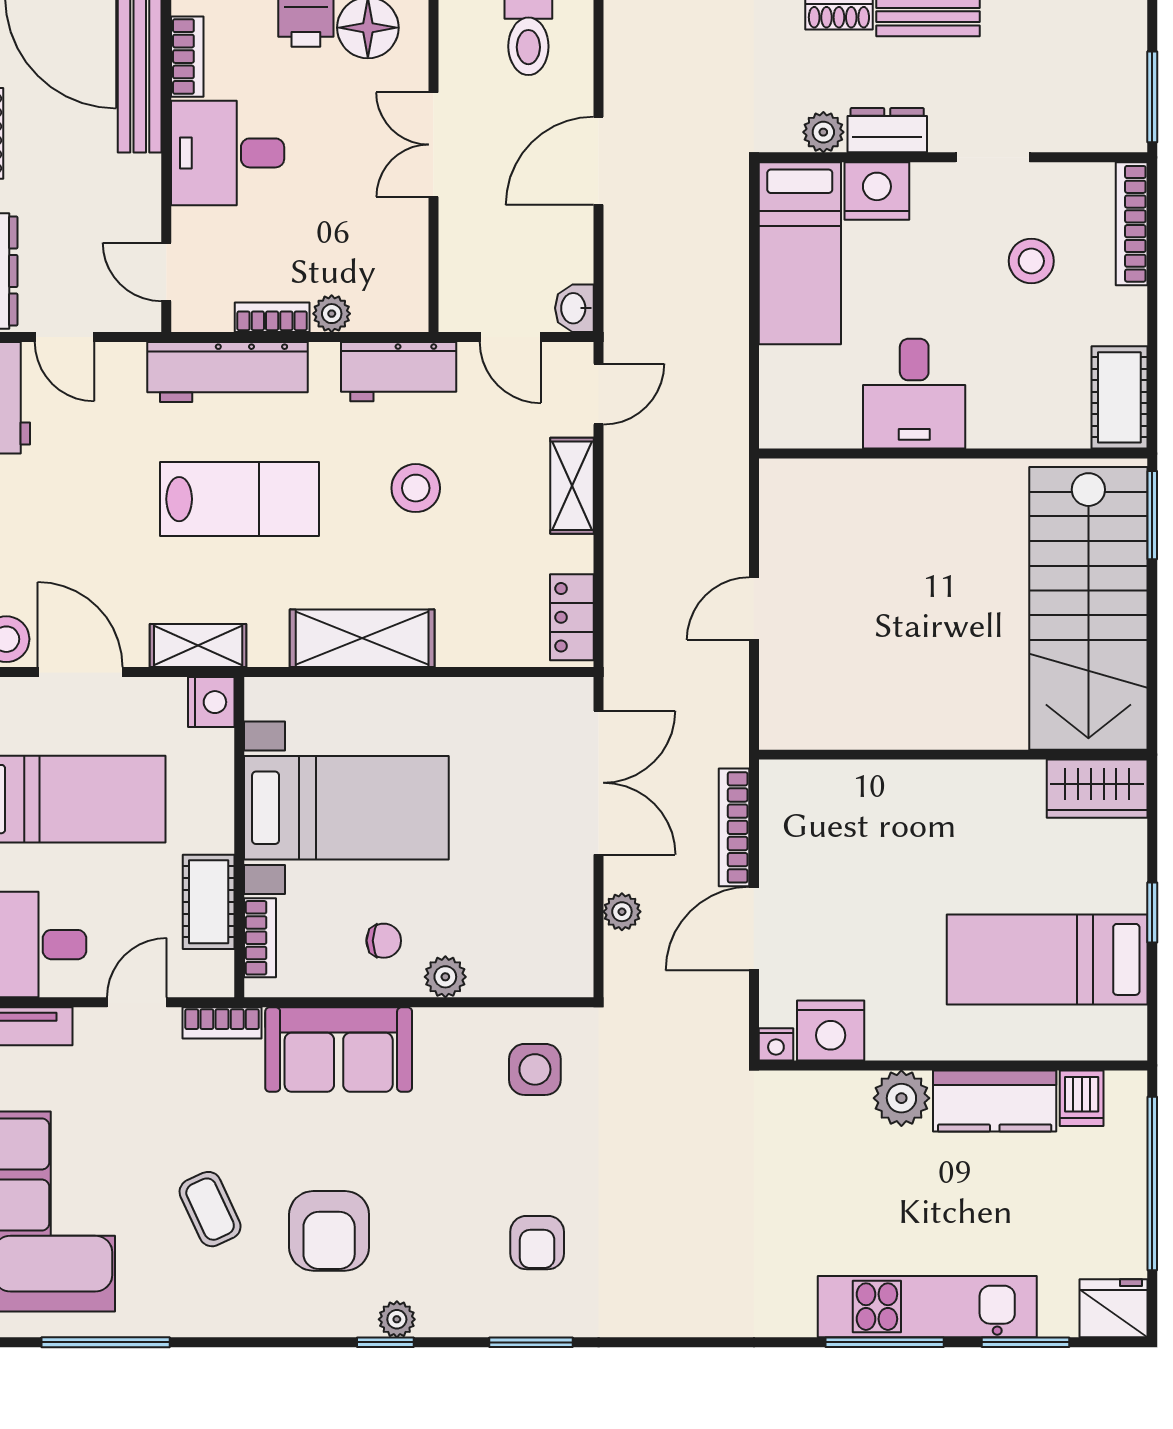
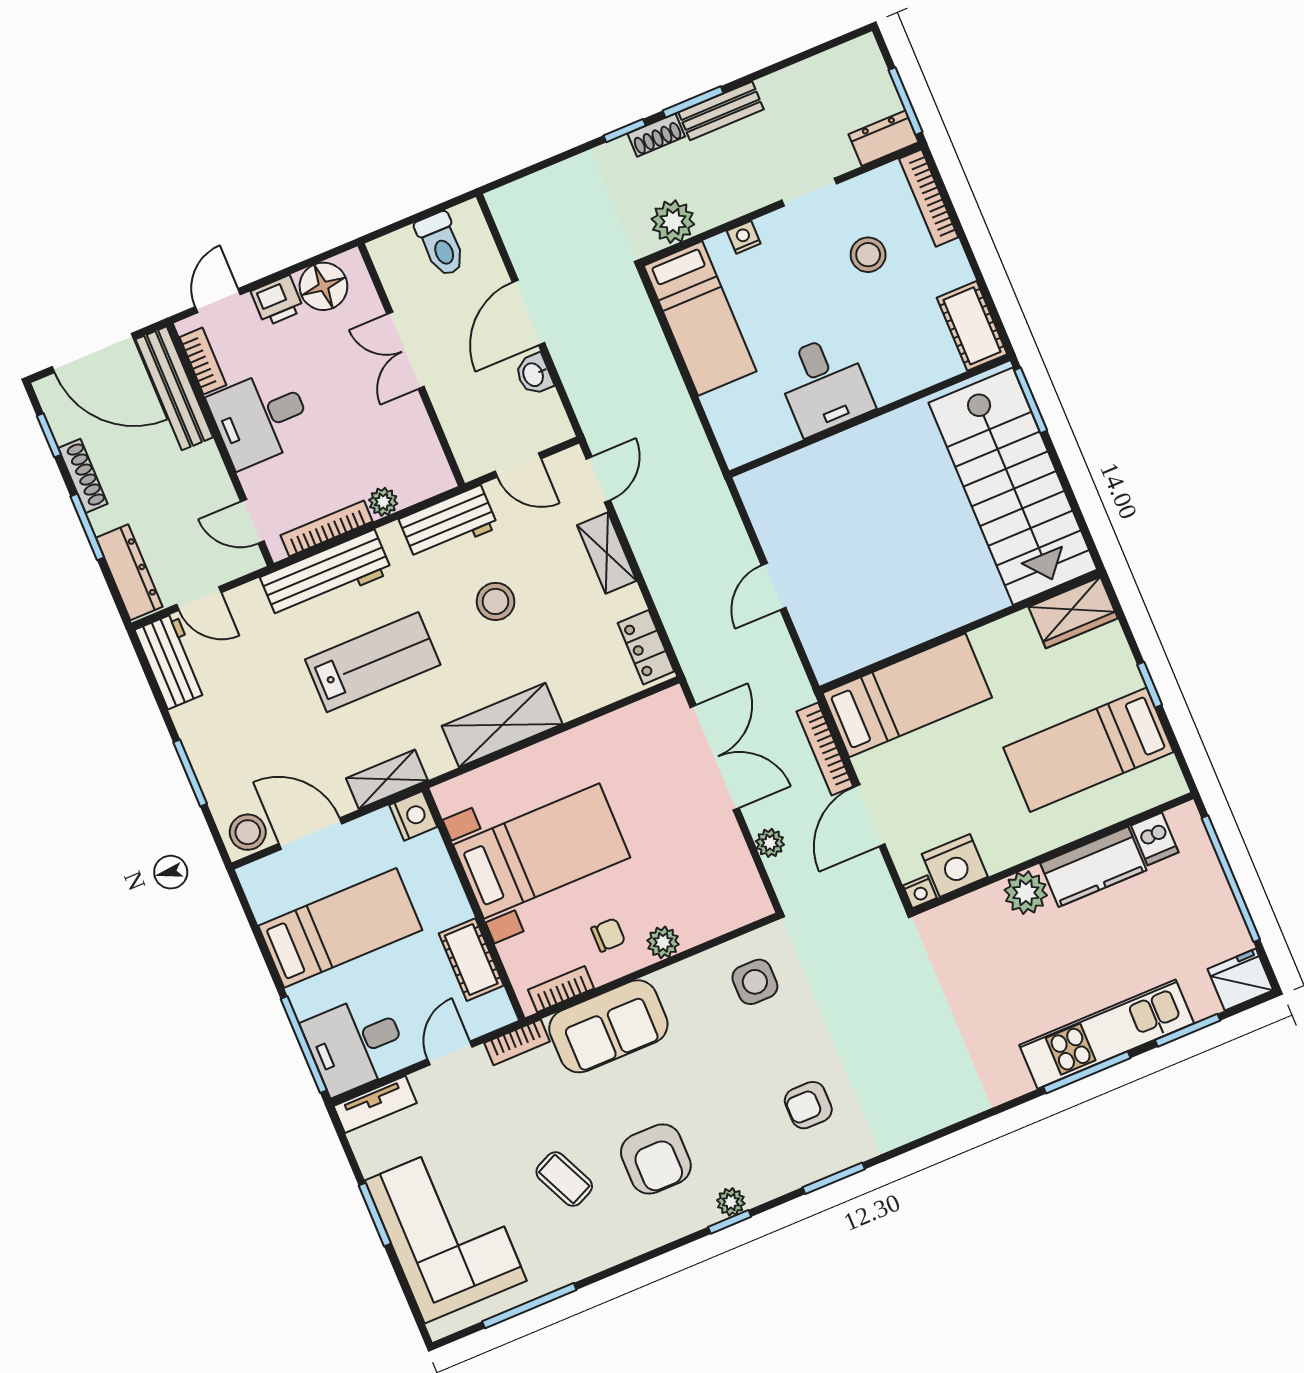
dresser: (887, 130) -> (884, 138), moved
plant: (823, 132) -> (673, 222), width x1.38, depth x1.38
nightstand: (877, 191) -> (744, 237), width x0.53, depth x0.56
washbasin: (574, 308) -> (534, 374), moved
bookcase: (272, 317) -> (327, 528), width x1.56
bed: (859, 804) -> (907, 695), added
bookcase: (260, 938) -> (561, 989), moved, turned -90
armchair: (537, 1243) -> (808, 1105), turned 90

